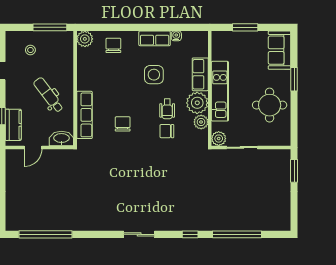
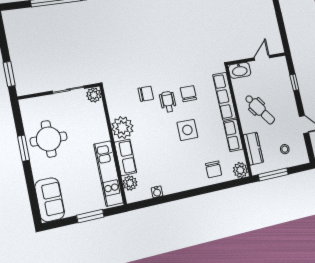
row of seats: (155, 38) -> (233, 135), moved, turned -90
side table: (154, 75) -> (187, 130), moved
window: (294, 79) -> (23, 148), moved
kitchen unit: (220, 91) -> (108, 173), moved
wheelchair: (167, 109) -> (168, 102), moved
plant: (201, 122) -> (130, 183), moved
chair: (123, 124) -> (188, 94), turned 180
kitchen counter: (13, 125) -> (253, 149), moved, turned 180

